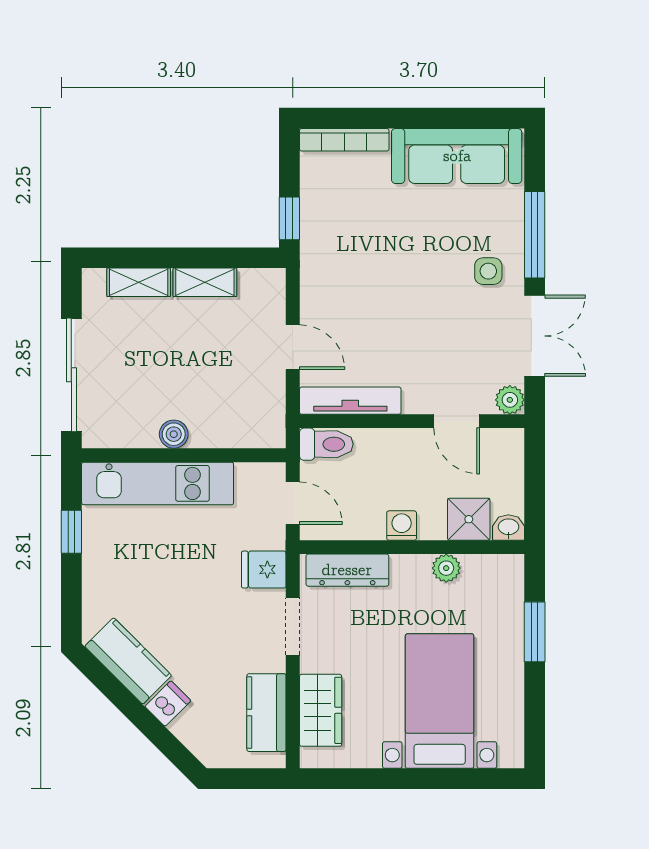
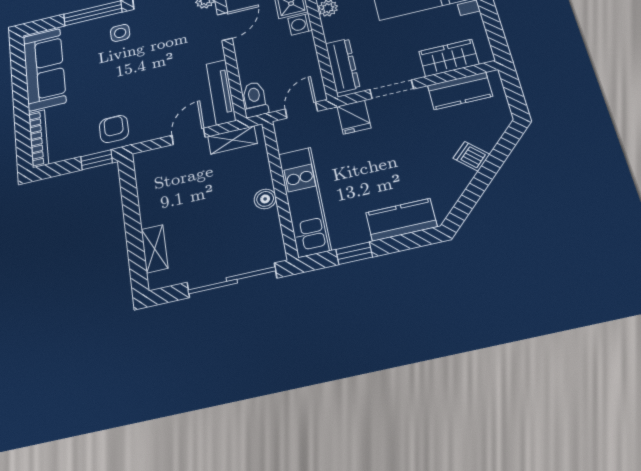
armchair: (331, 247) -> (114, 129), added
shelving: (205, 282) -> (232, 140), moved, turned 90
washing machine: (402, 526) -> (300, 24), moved
kitchen counter: (128, 661) -> (401, 220), moved, turned 45

